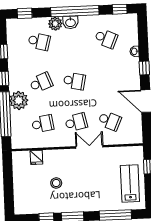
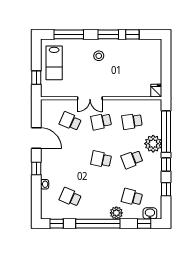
washbasin: (70, 22) -> (150, 213), moved
fridge: (36, 157) -> (156, 91), moved
stool: (56, 183) -> (99, 56), moved

